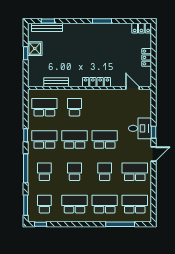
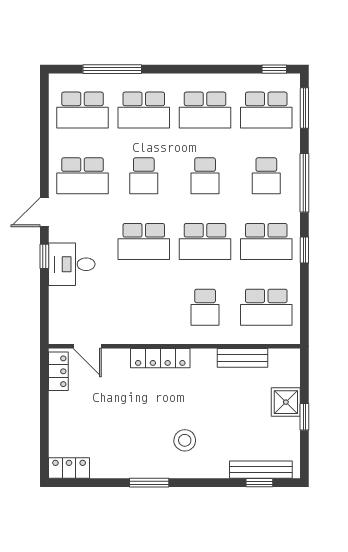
stool: (84, 42) -> (185, 440), added
shower: (35, 49) -> (286, 402), moved
locker: (147, 57) -> (58, 371), moved
school desk: (44, 204) -> (266, 110), width x1.85

